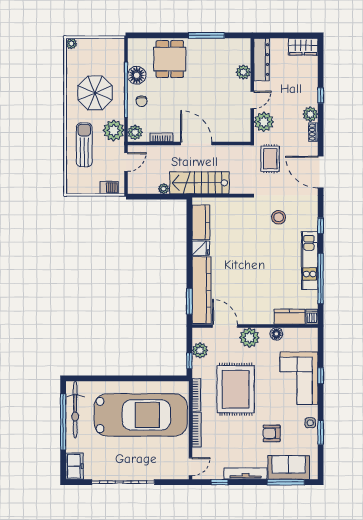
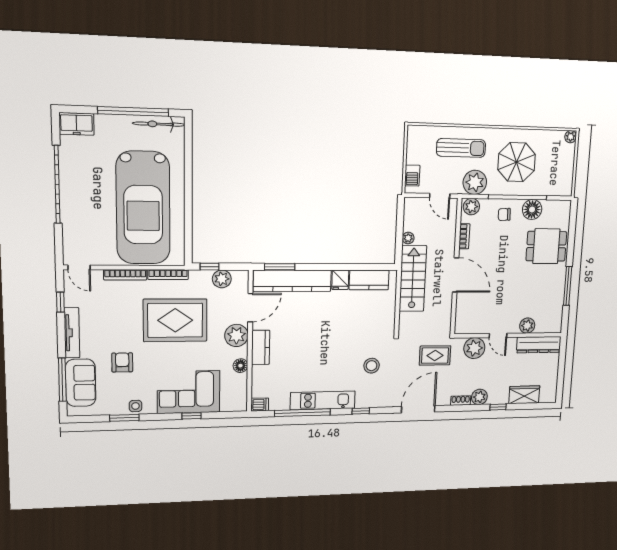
wardrobe: (303, 47) -> (524, 395), moved, turned 90
door: (196, 144) -> (456, 275), hinge flipped
kitchen counter: (290, 317) -> (261, 347), moved
bicycle: (75, 410) -> (159, 124), width x0.73, depth x0.71

